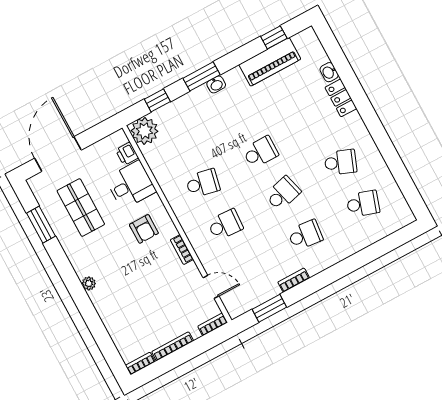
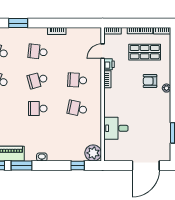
window: (201, 76) -> (21, 166), moved
printer: (127, 154) -> (109, 64), moved
shop shelf: (81, 208) -> (145, 52), moved, turned 90
armchair: (144, 229) -> (150, 81), moved, turned -90
door: (211, 287) -> (103, 51), hinge flipped
window: (269, 308) -> (18, 23), moved

